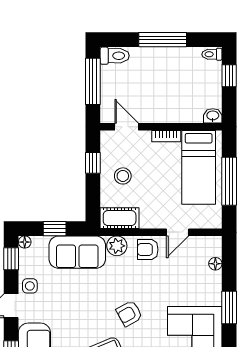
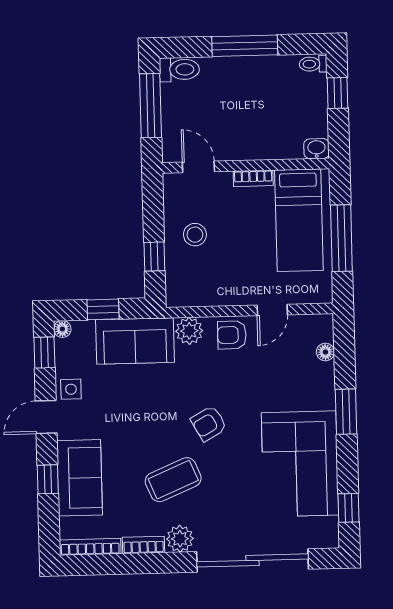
window: (93, 163) -> (154, 257), moved
cot: (120, 218) -> (192, 293), removed

